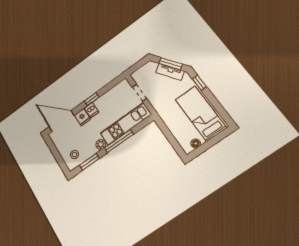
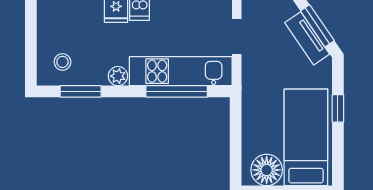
window: (199, 83) -> (338, 108), moved
window: (119, 141) -> (177, 91), moved
floor lamp: (196, 143) -> (267, 170), width x1.89, depth x1.89

